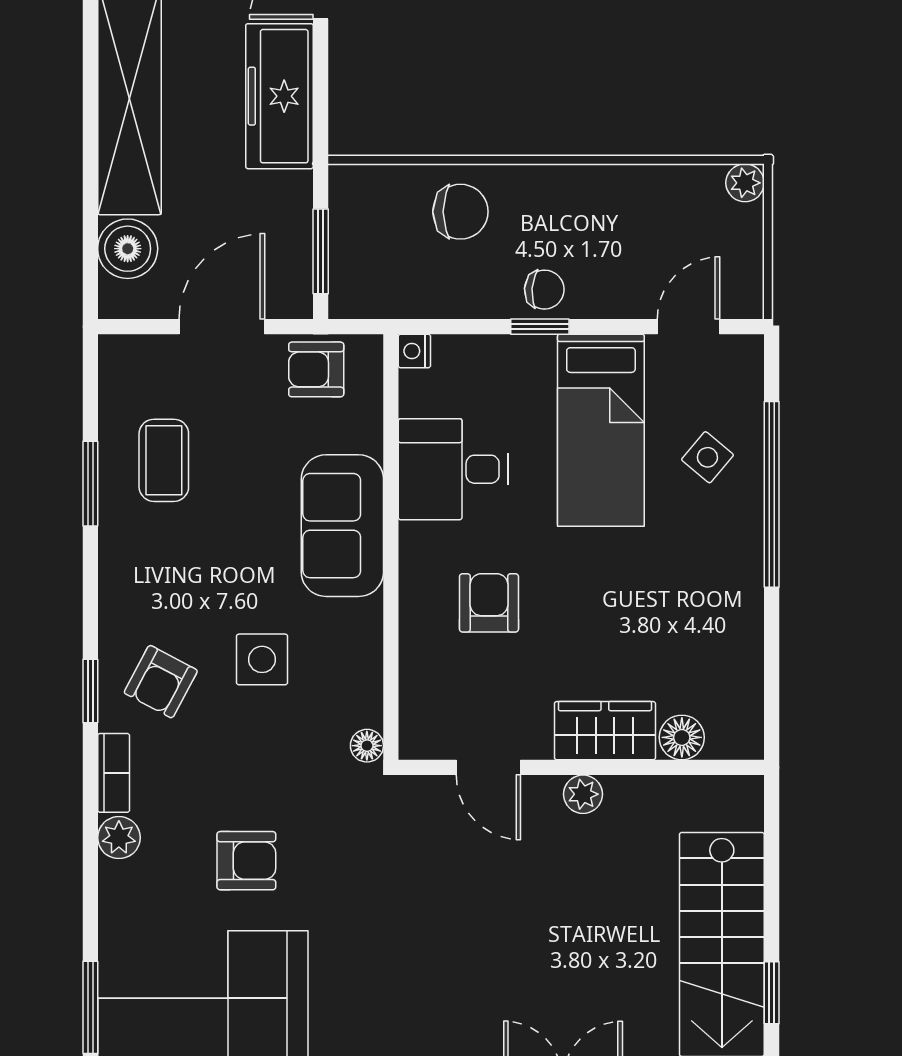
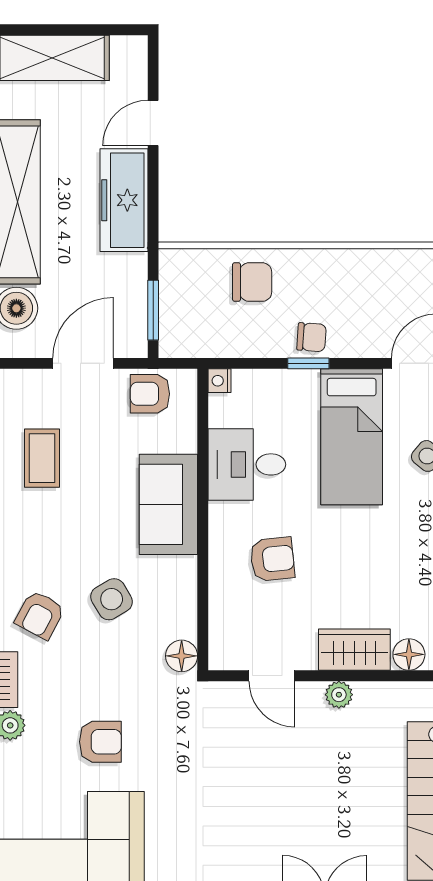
armchair: (489, 603) -> (272, 559), turned 84
side table: (262, 659) -> (112, 599), turned -31
floor lamp: (367, 746) -> (182, 656), width x1.37, depth x1.37

